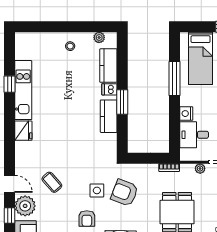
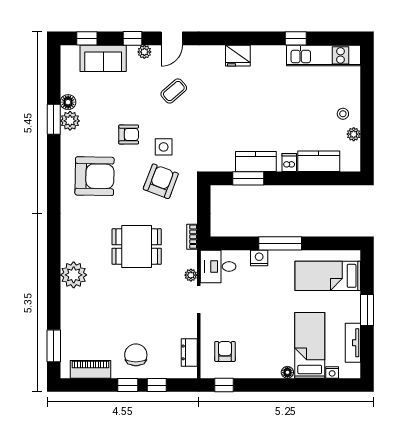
plant: (99, 37) -> (354, 134), moved
window: (174, 79) -> (280, 243), moved
kitchen unit: (23, 90) -> (324, 55), moved
window: (122, 102) -> (248, 178), moved
desk: (194, 135) -> (218, 266), moved, turned -90
plant: (25, 206) -> (144, 52), width x0.53, depth x0.53
armchair: (87, 219) -> (129, 134), turned 180

